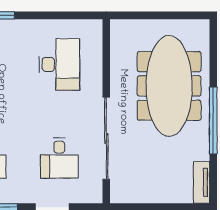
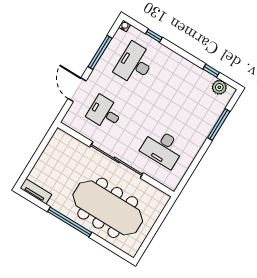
sliding door: (106, 138) -> (117, 160), moved

